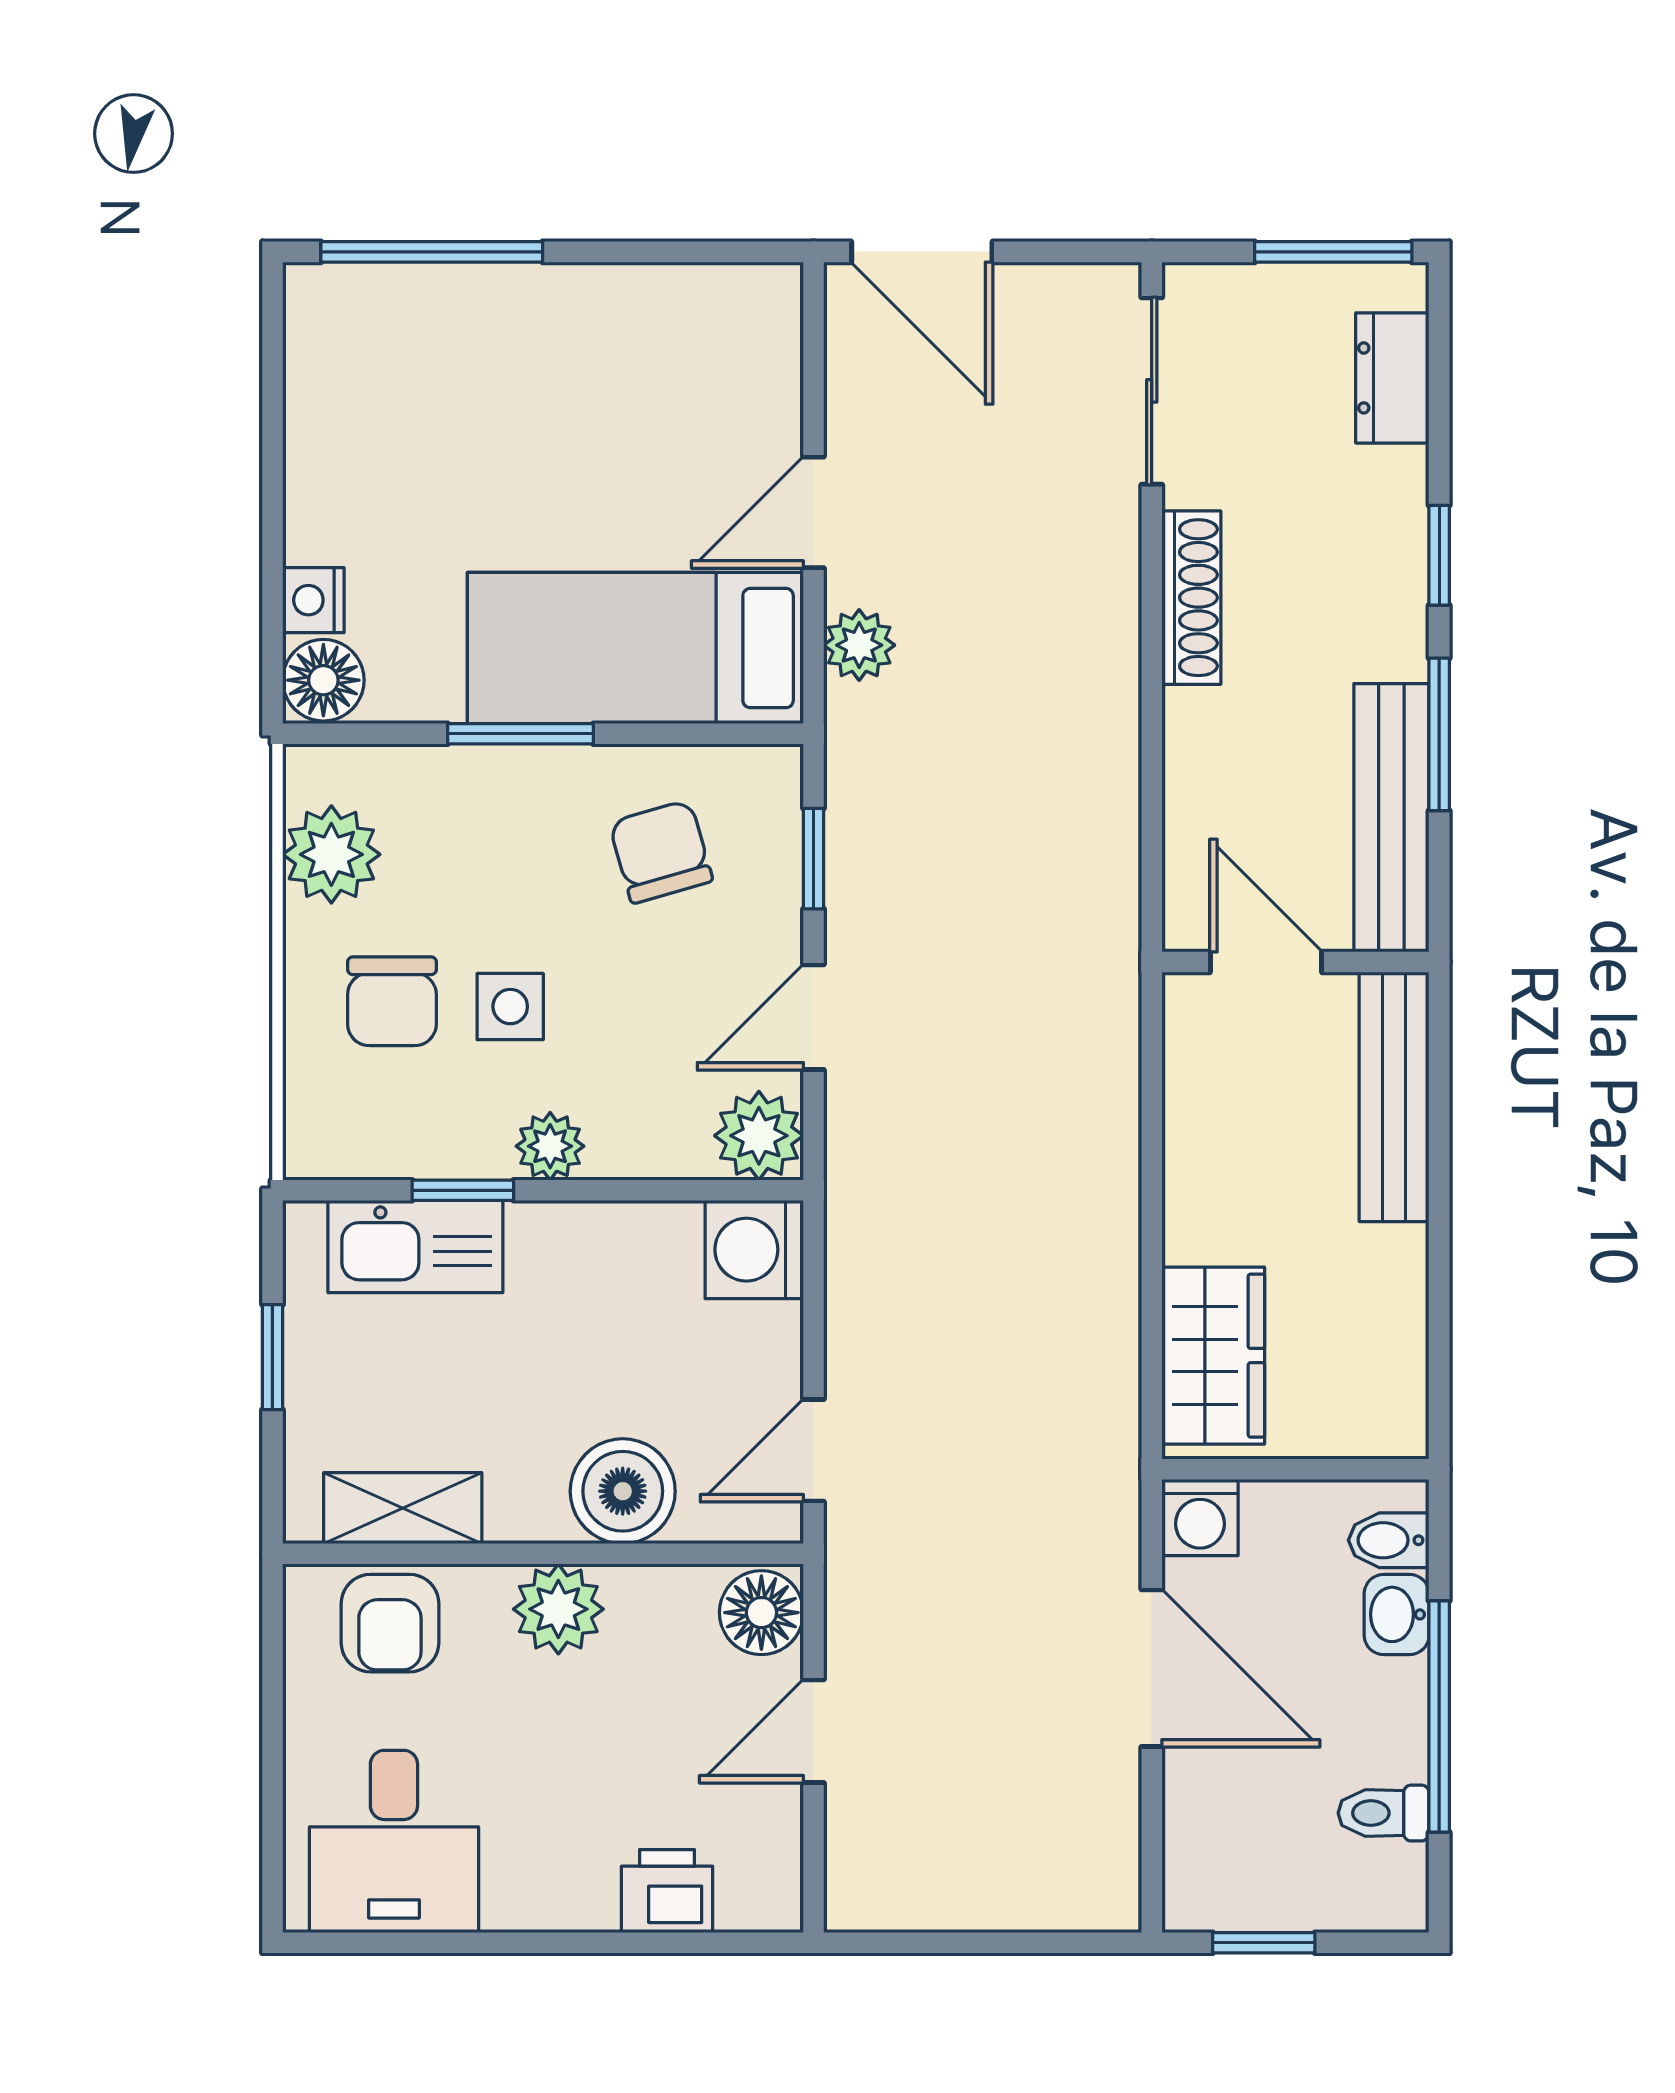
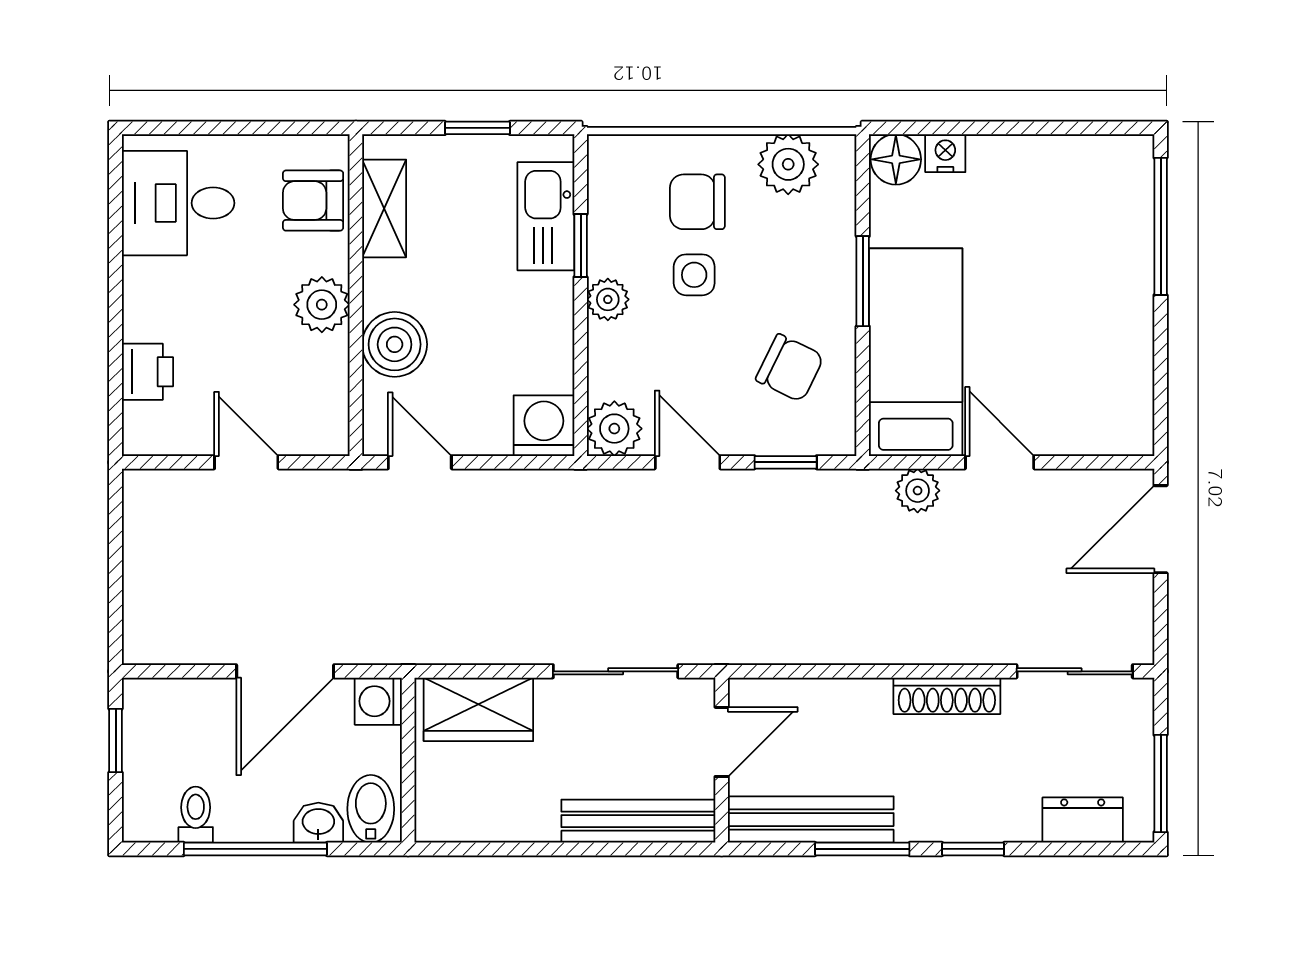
chair: (661, 852) -> (790, 368), turned 42
sliding door: (1152, 1134) -> (616, 671), added
bidet: (1389, 1540) -> (371, 809), width x1.38, depth x1.36
floor lamp: (761, 1613) -> (320, 430), removed

